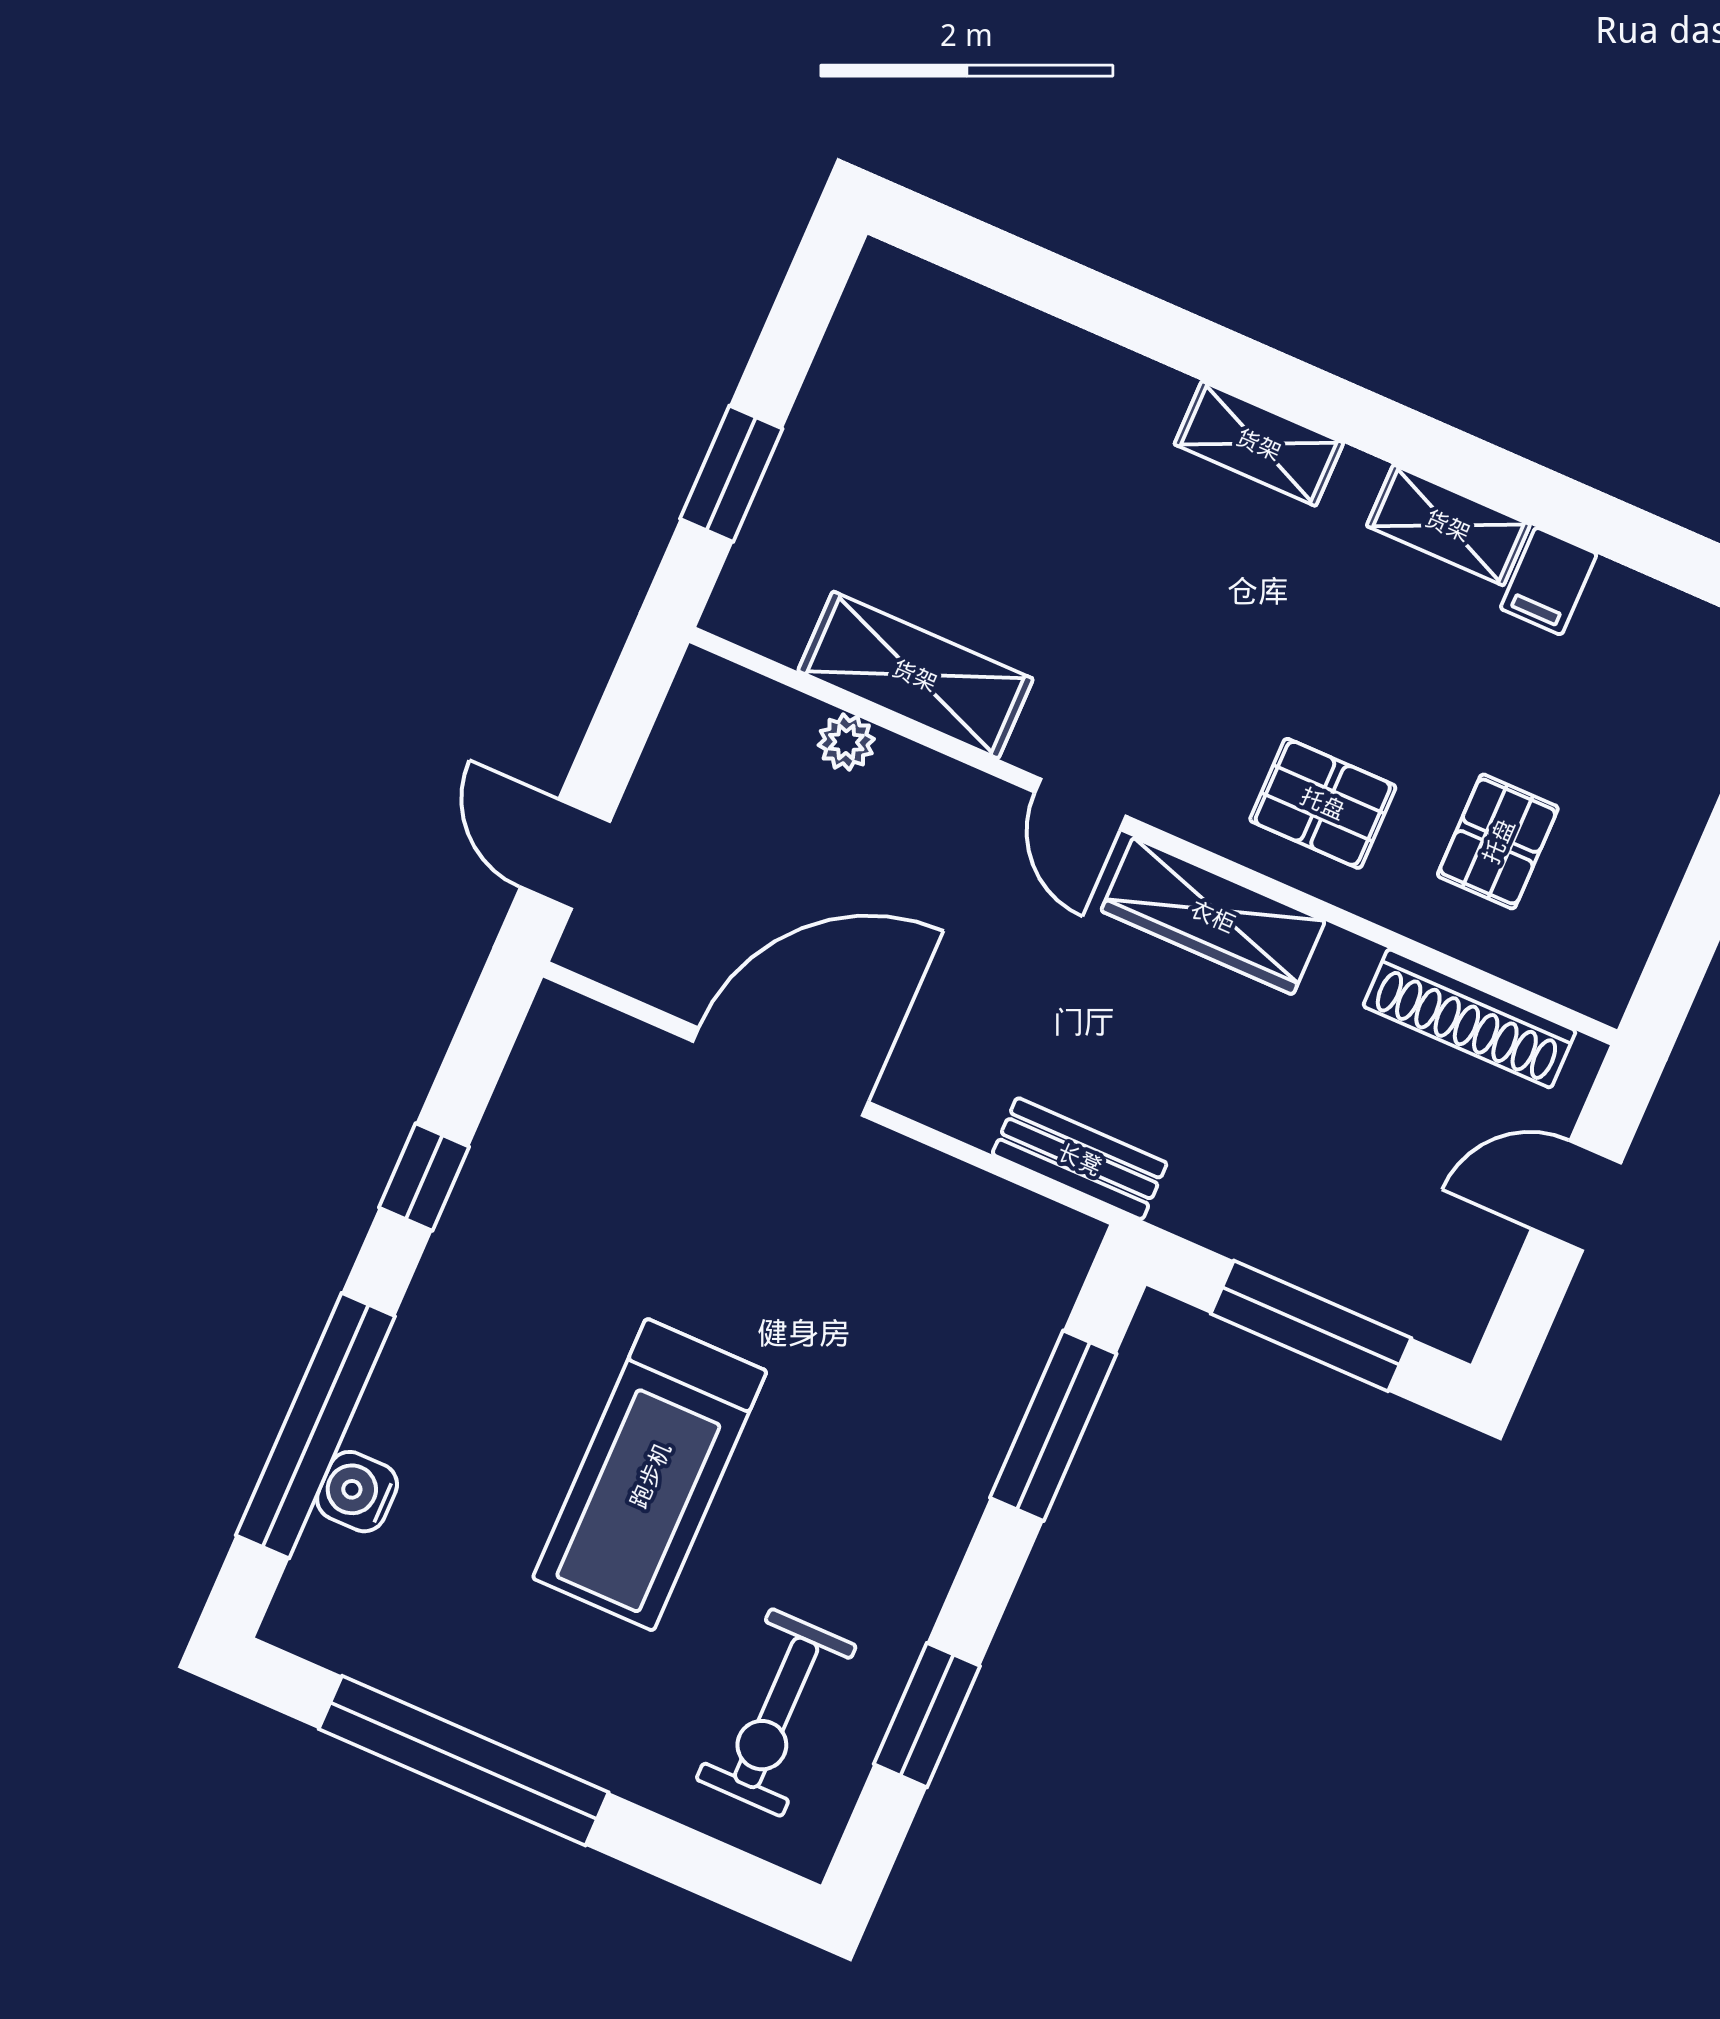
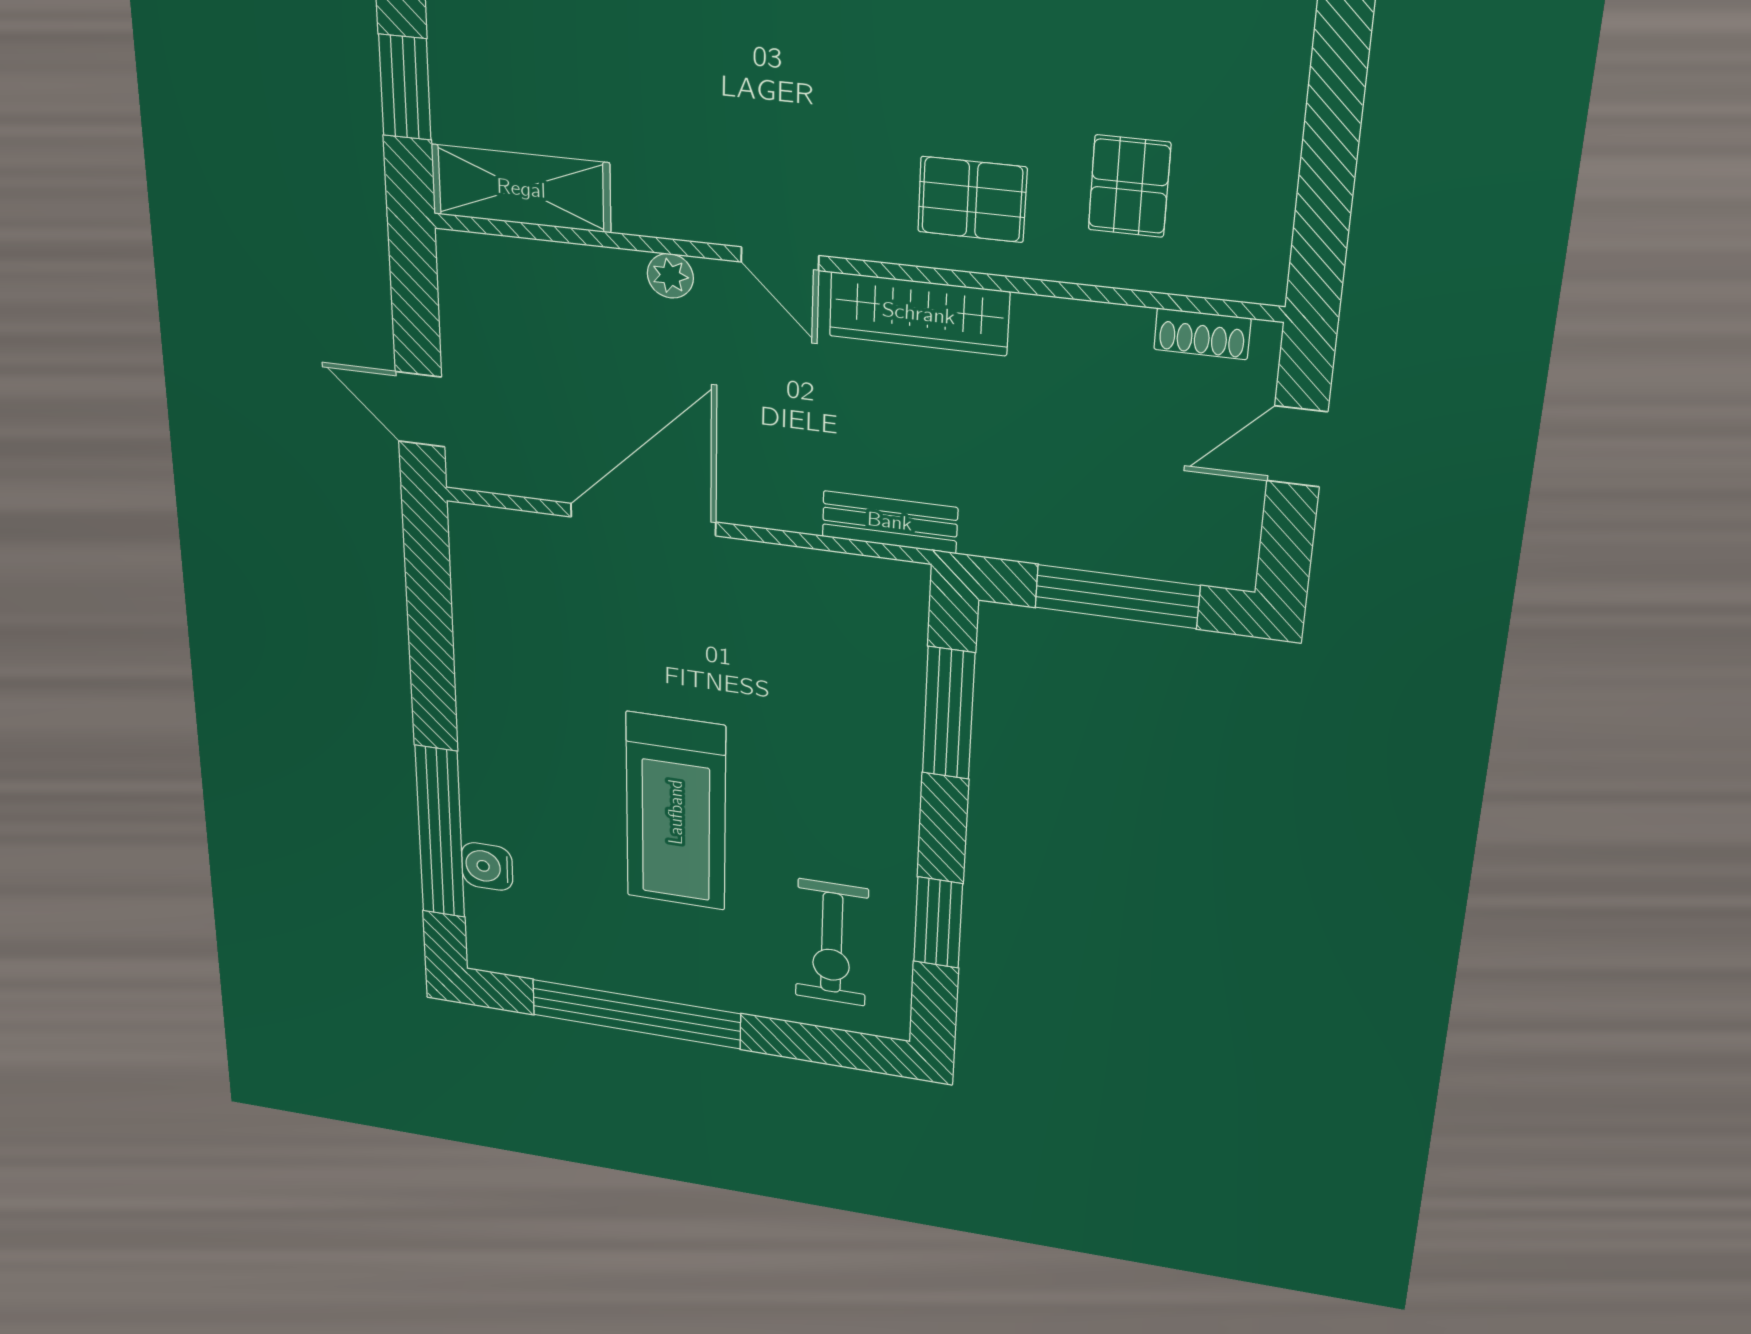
shelving: (915, 675) -> (521, 189), moved
plant: (846, 742) -> (670, 276), moved
shoe rack: (1469, 1018) -> (1202, 334), width x0.51, depth x0.81
window: (424, 1177) -> (432, 656), removed

